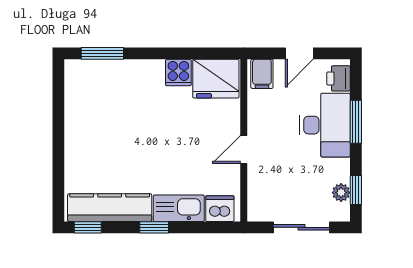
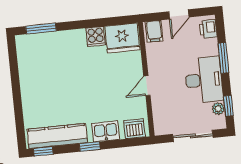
desk: (325, 125) -> (204, 80), moved
kitchen sink: (179, 208) -> (106, 131), width x0.73

